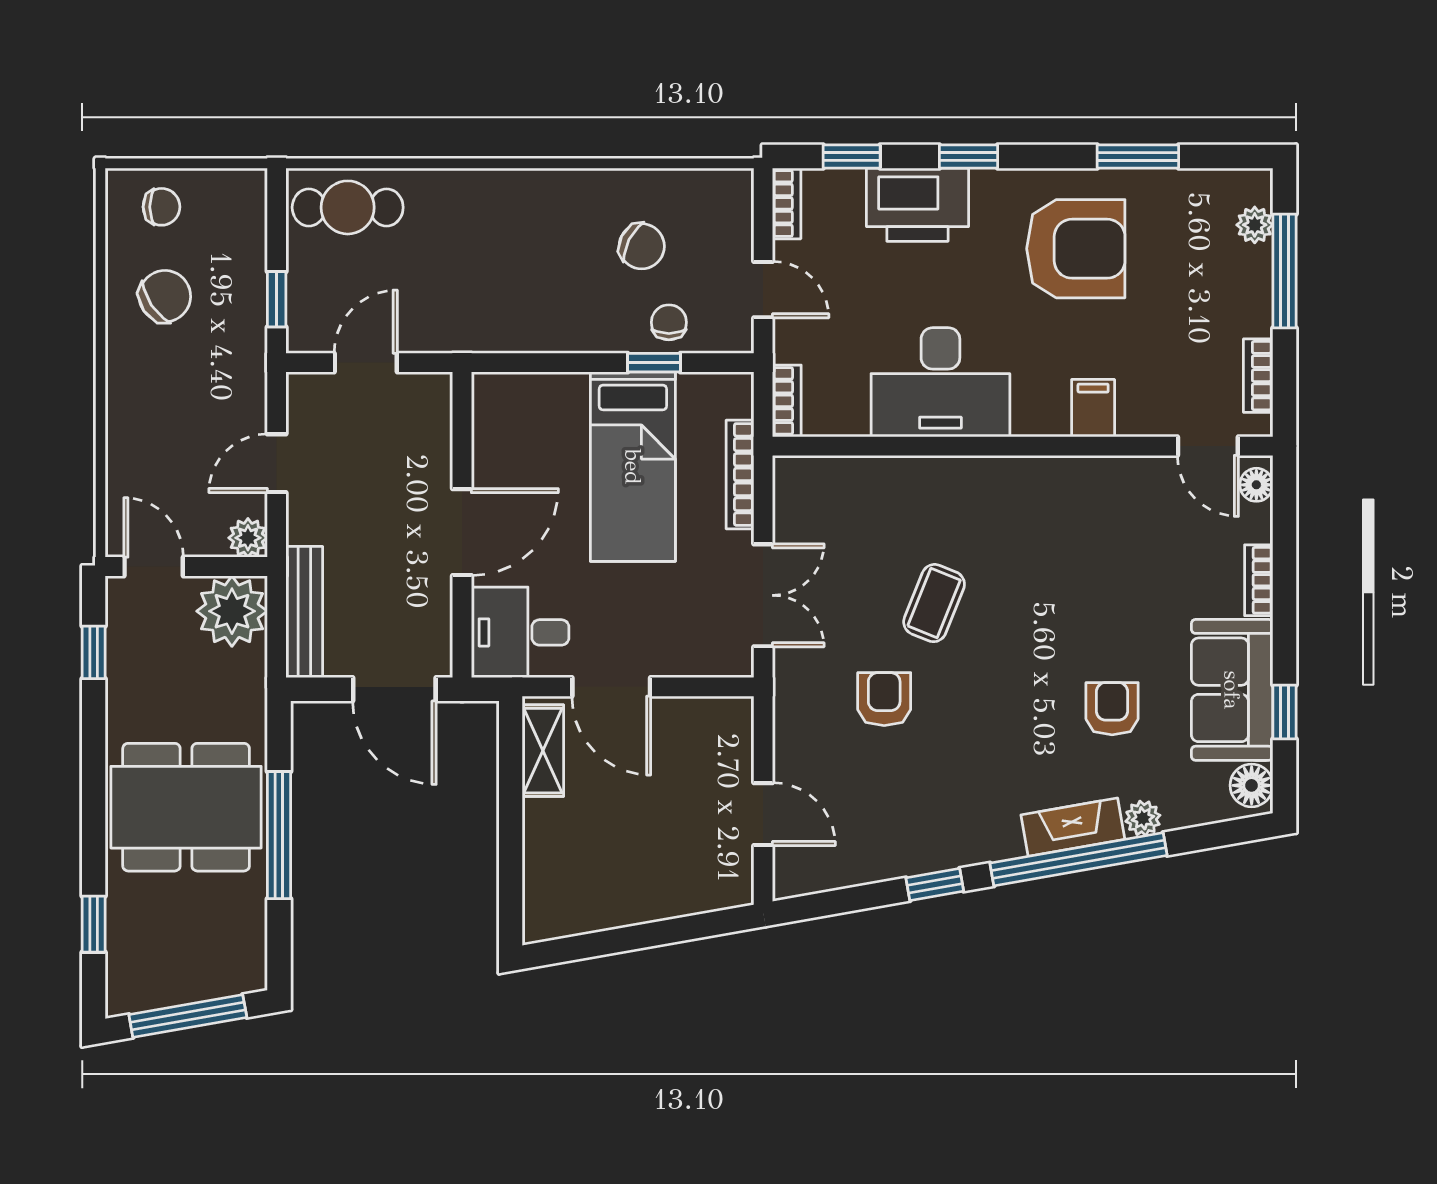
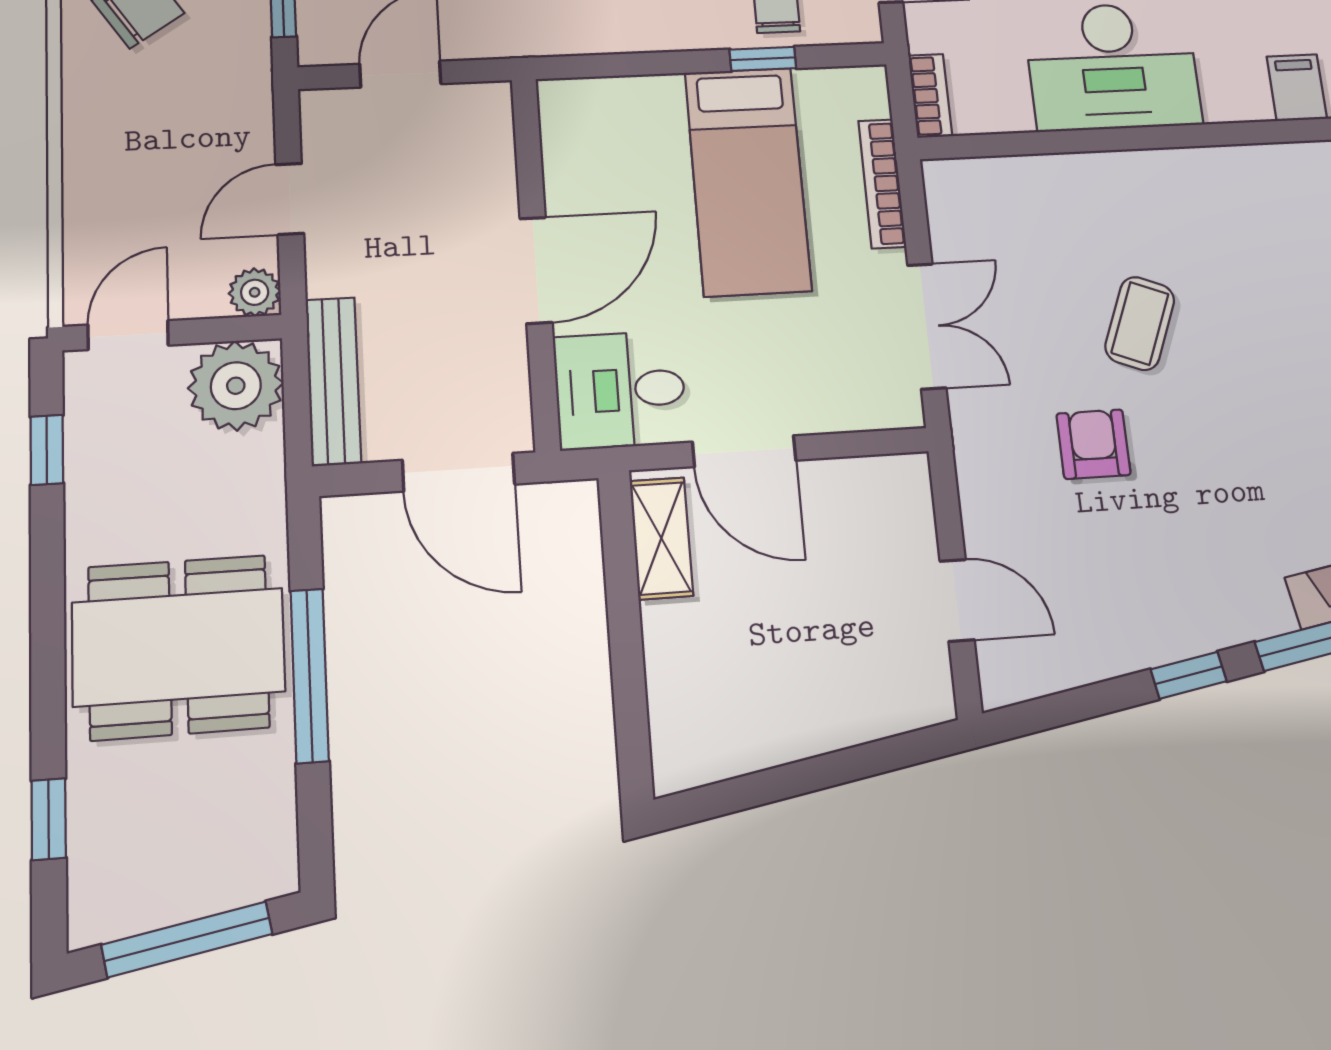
door: (154, 567) -> (128, 335), hinge flipped

